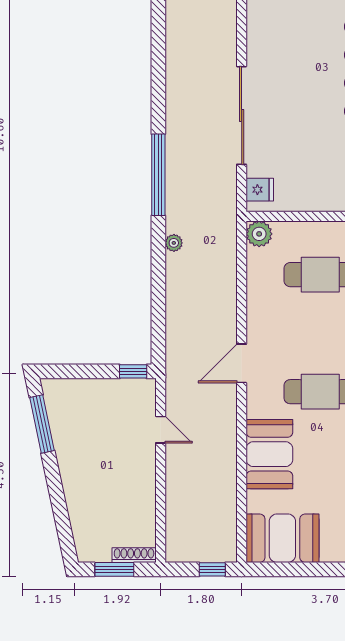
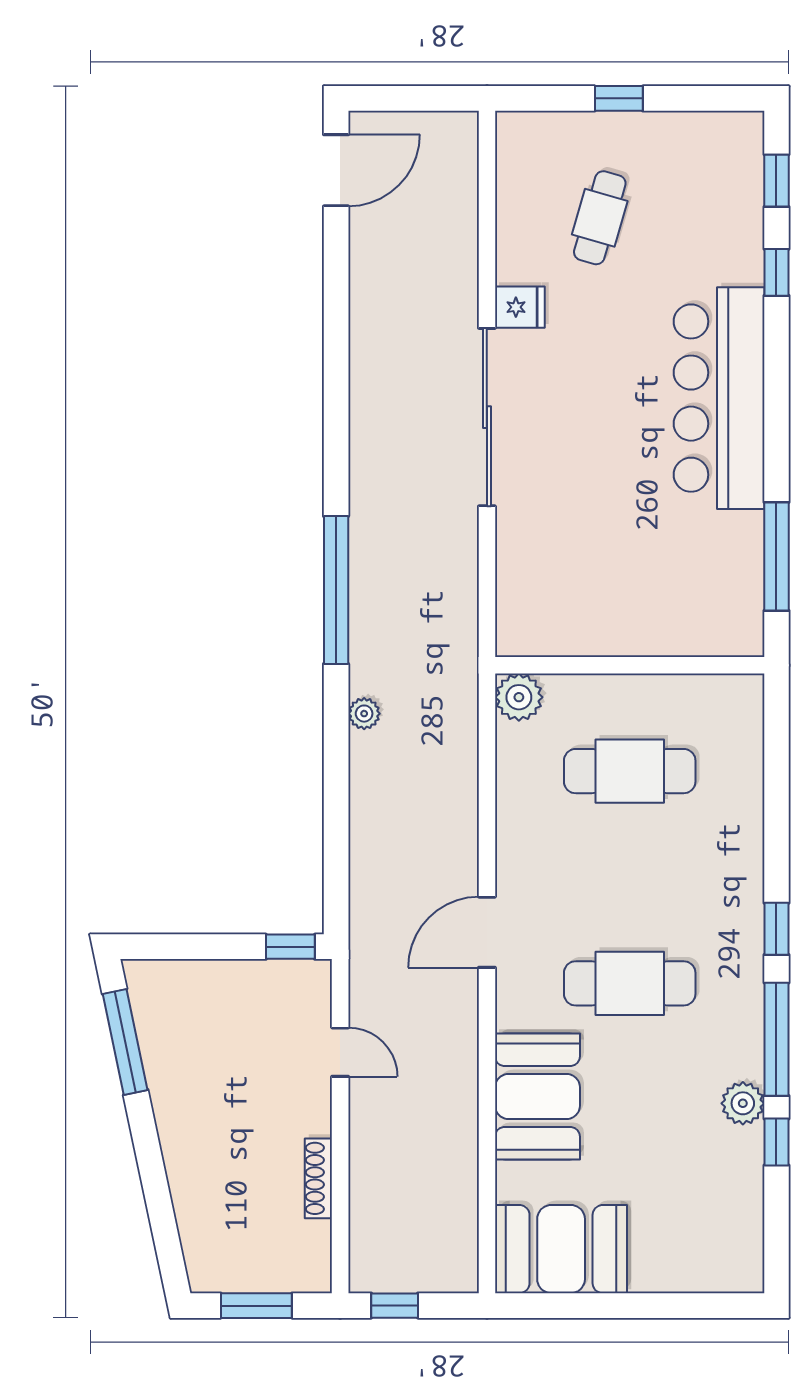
sliding door: (242, 115) -> (487, 417), moved
fridge: (260, 190) -> (520, 307), moved
shoe rack: (134, 555) -> (318, 1178), moved, turned -90
window: (212, 569) -> (395, 1306), moved

